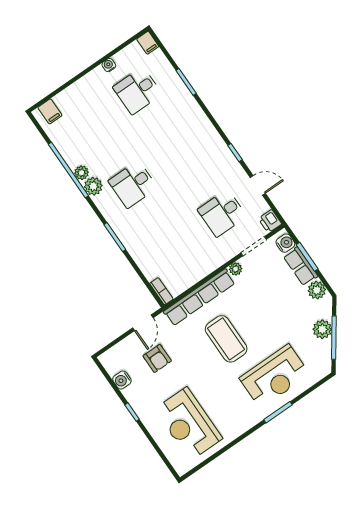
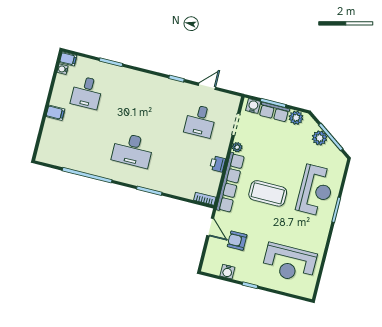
water cooler: (109, 65) -> (63, 69), moved
filing cabinet: (50, 111) -> (55, 113), moved
plant: (82, 173) -> (96, 170), removed
desk: (133, 184) -> (133, 150), width x1.37
plant: (93, 186) -> (110, 172), removed
printer: (270, 221) -> (218, 164), moved, turned 90
armchair: (157, 358) -> (237, 241), turned 180

